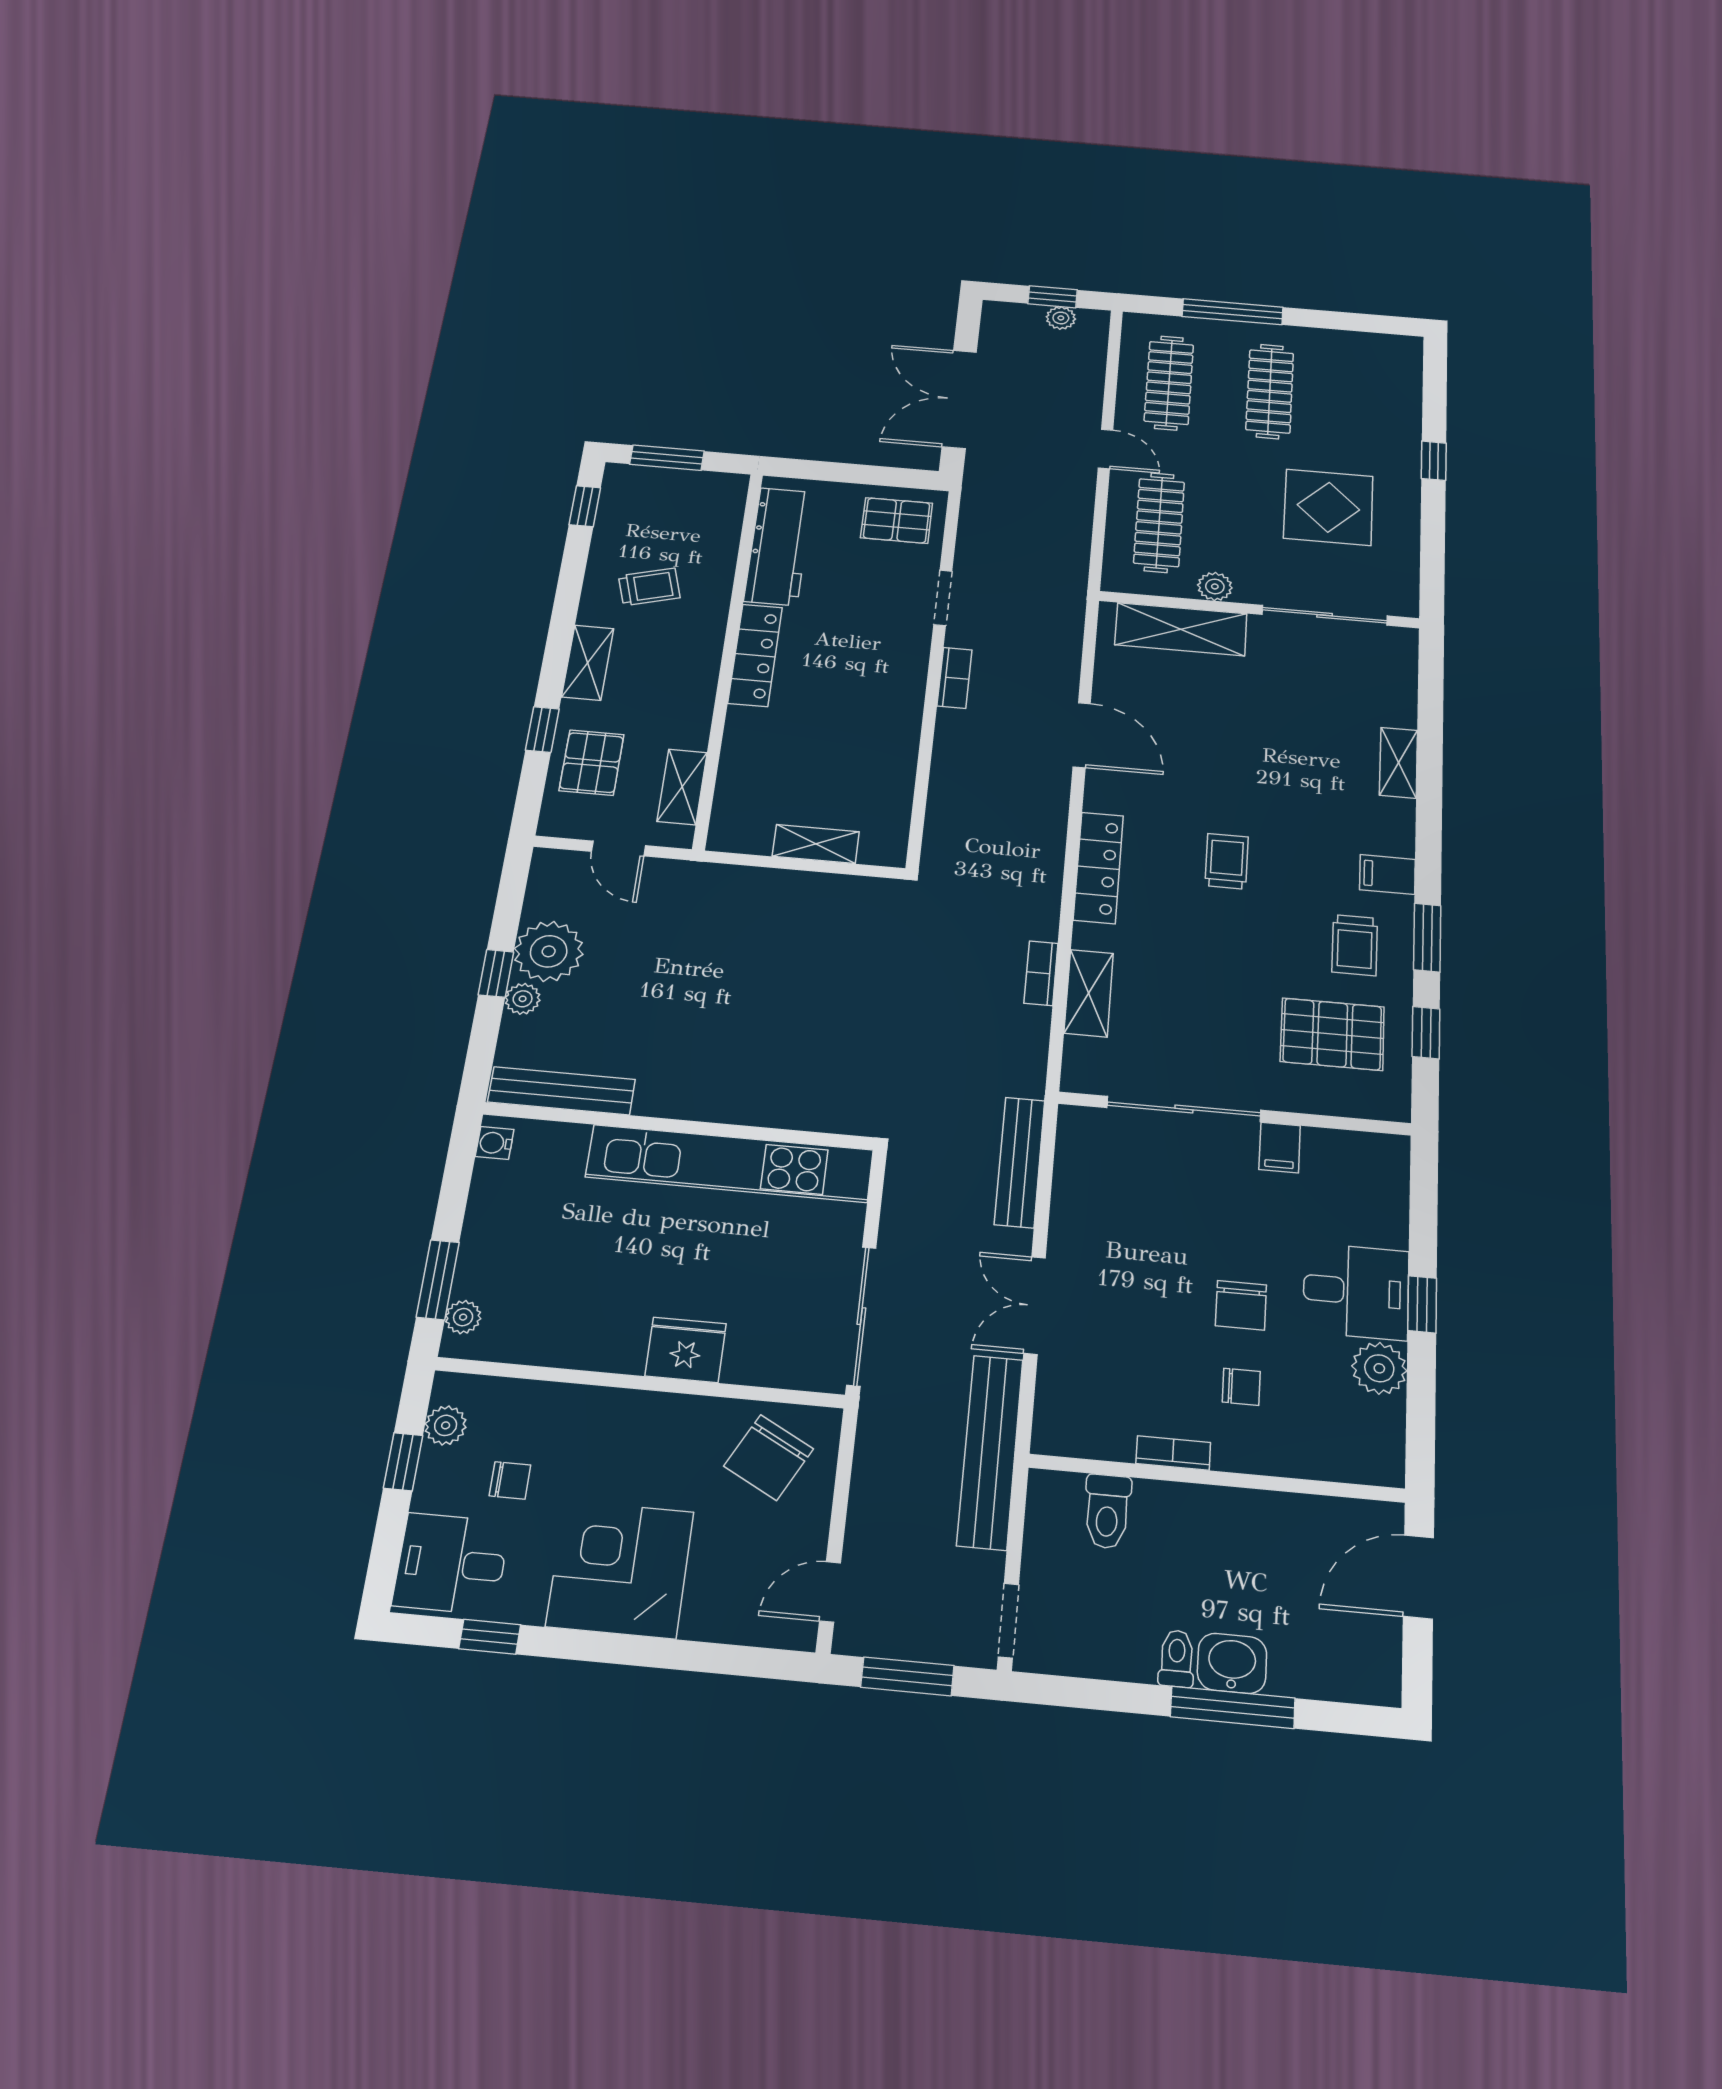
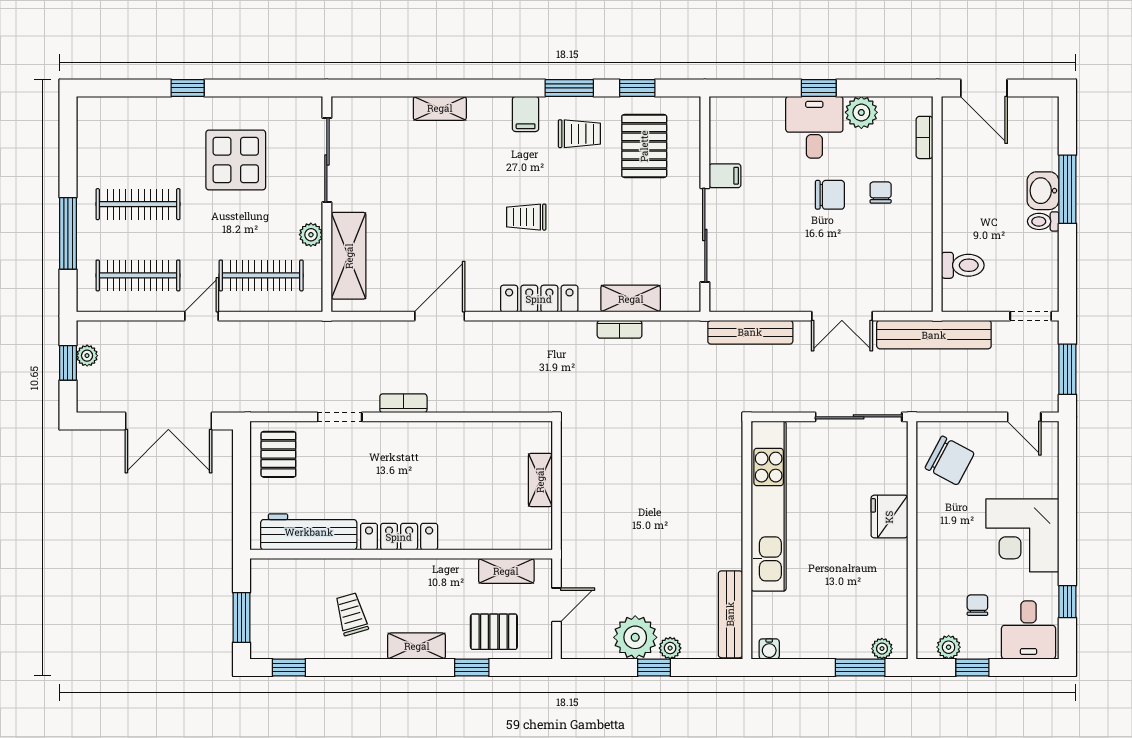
bookcase: (1173, 1453) -> (925, 137), moved

